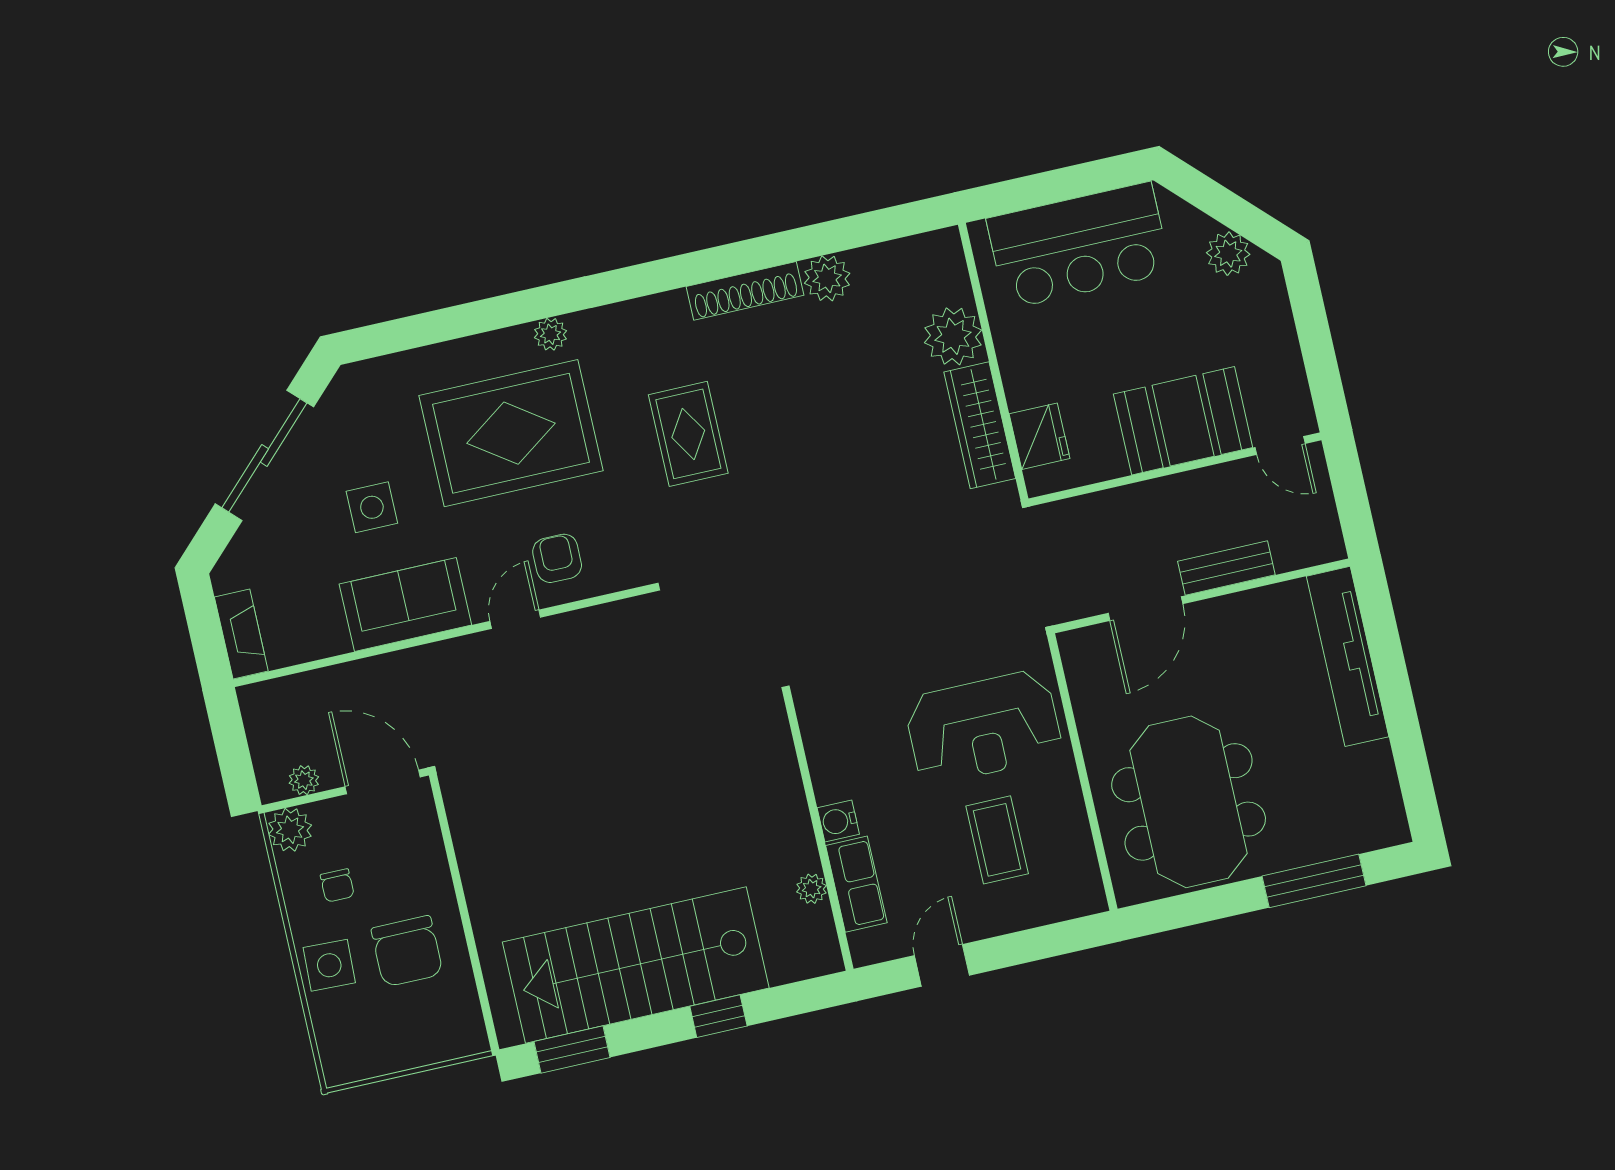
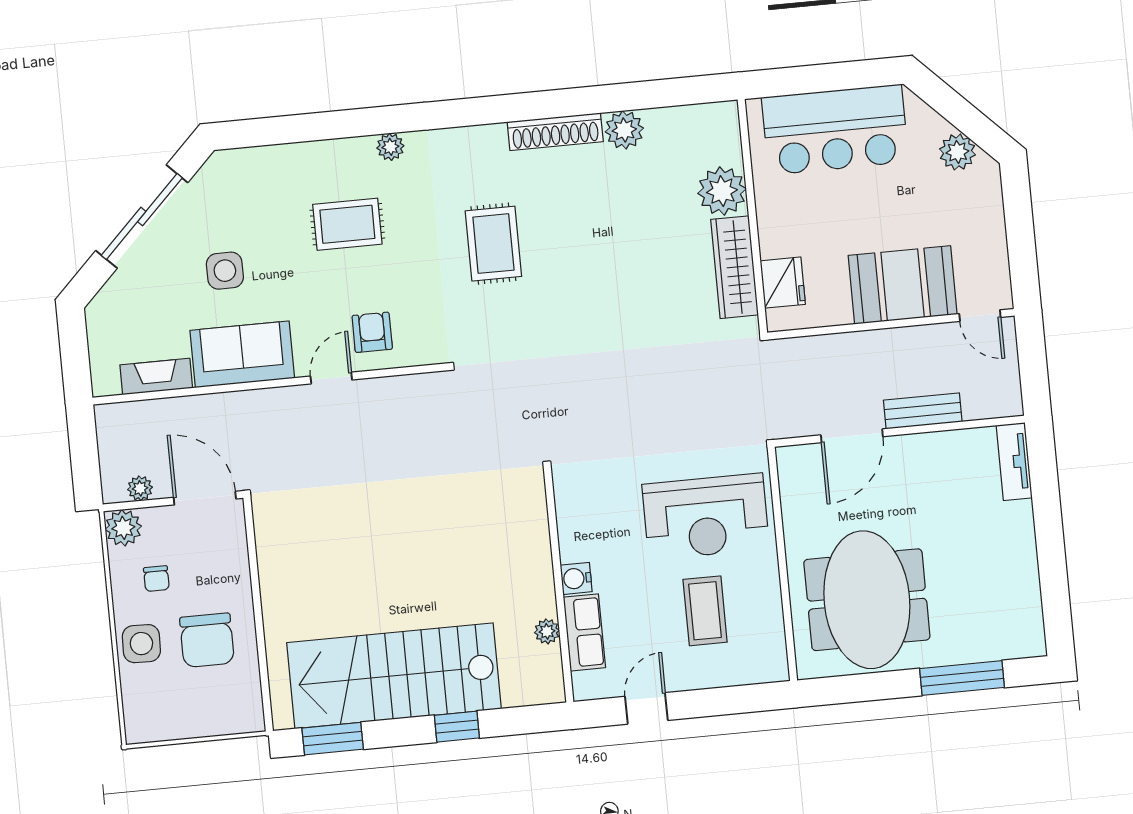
rug: (511, 433) -> (347, 224), width x0.54, depth x0.49
fireplace: (241, 634) -> (156, 376), moved, turned -90
tv unit: (1348, 656) -> (1014, 462), width x0.52, depth x0.78

